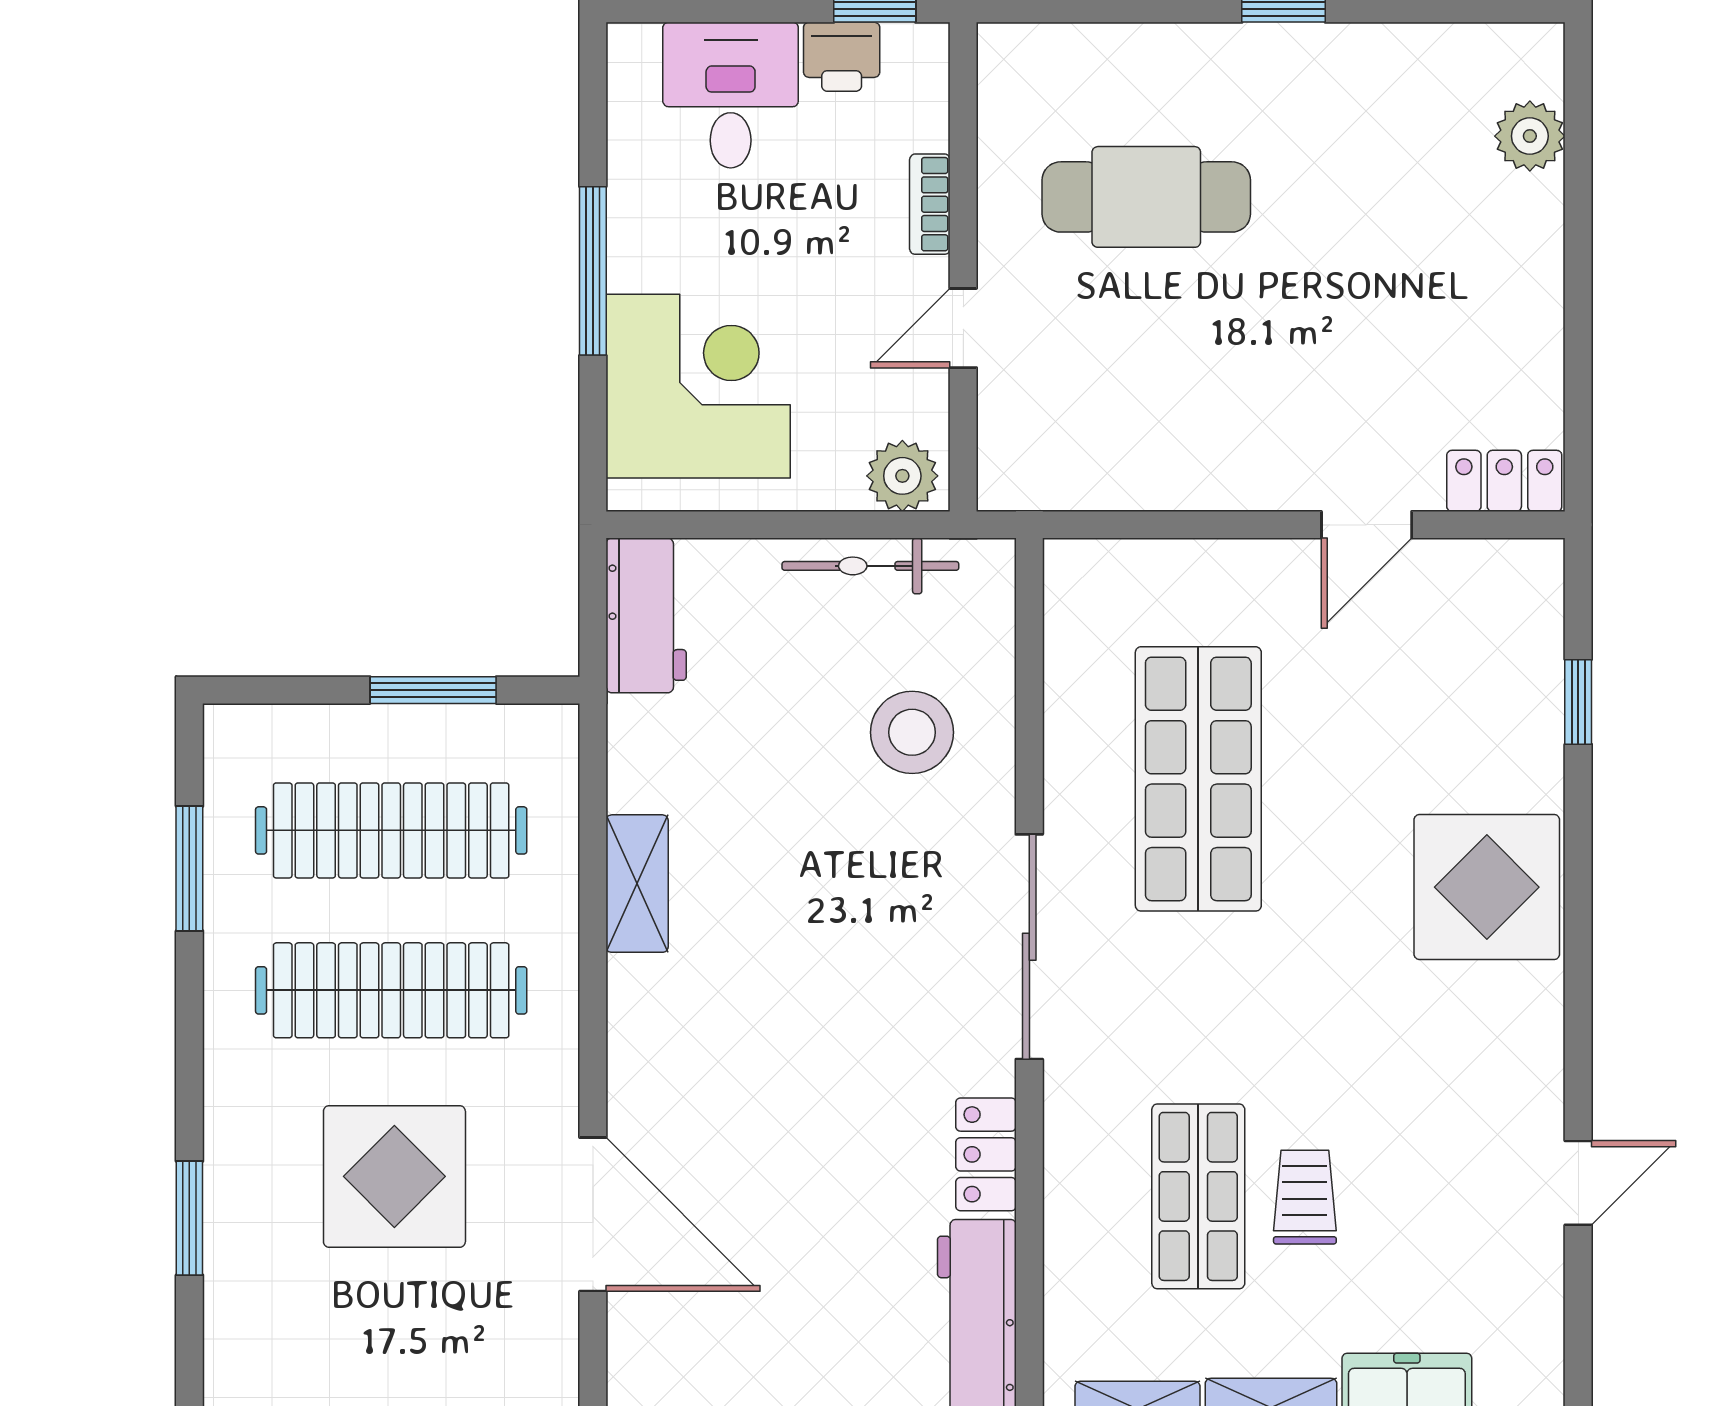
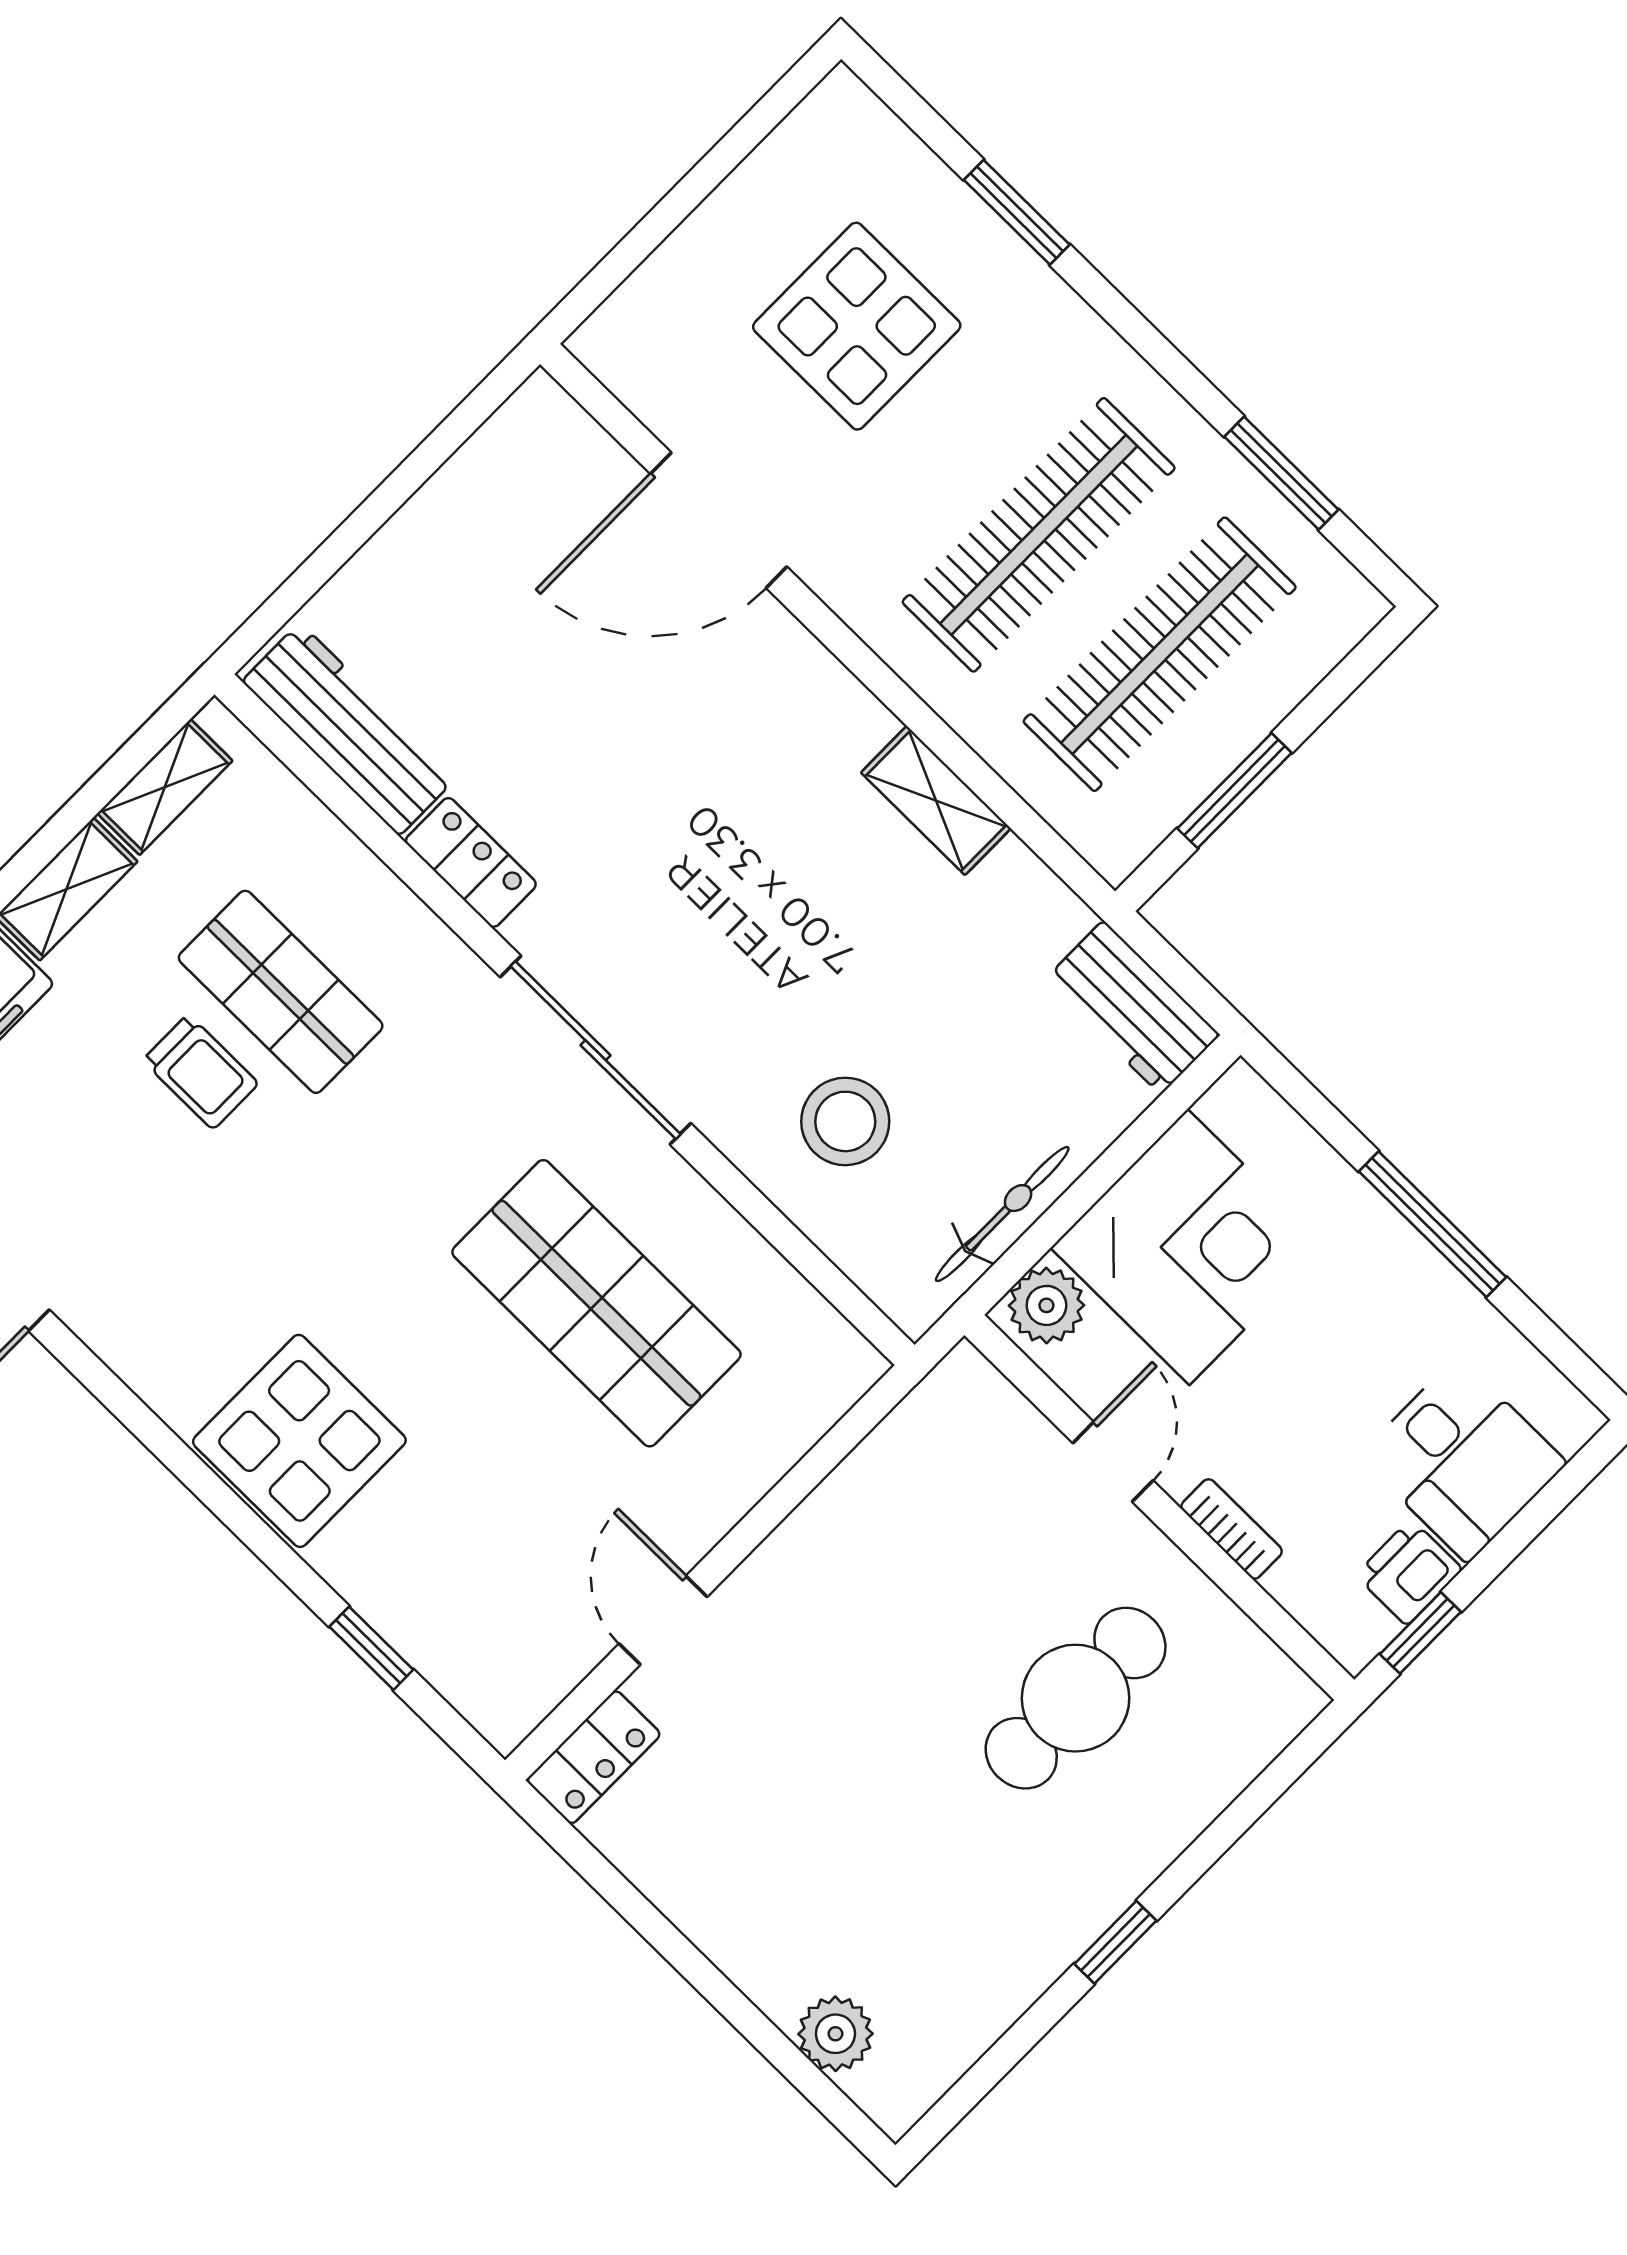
corner desk: (698, 386) -> (1188, 1247), moved, turned -90
display table: (394, 1176) -> (857, 326), moved

